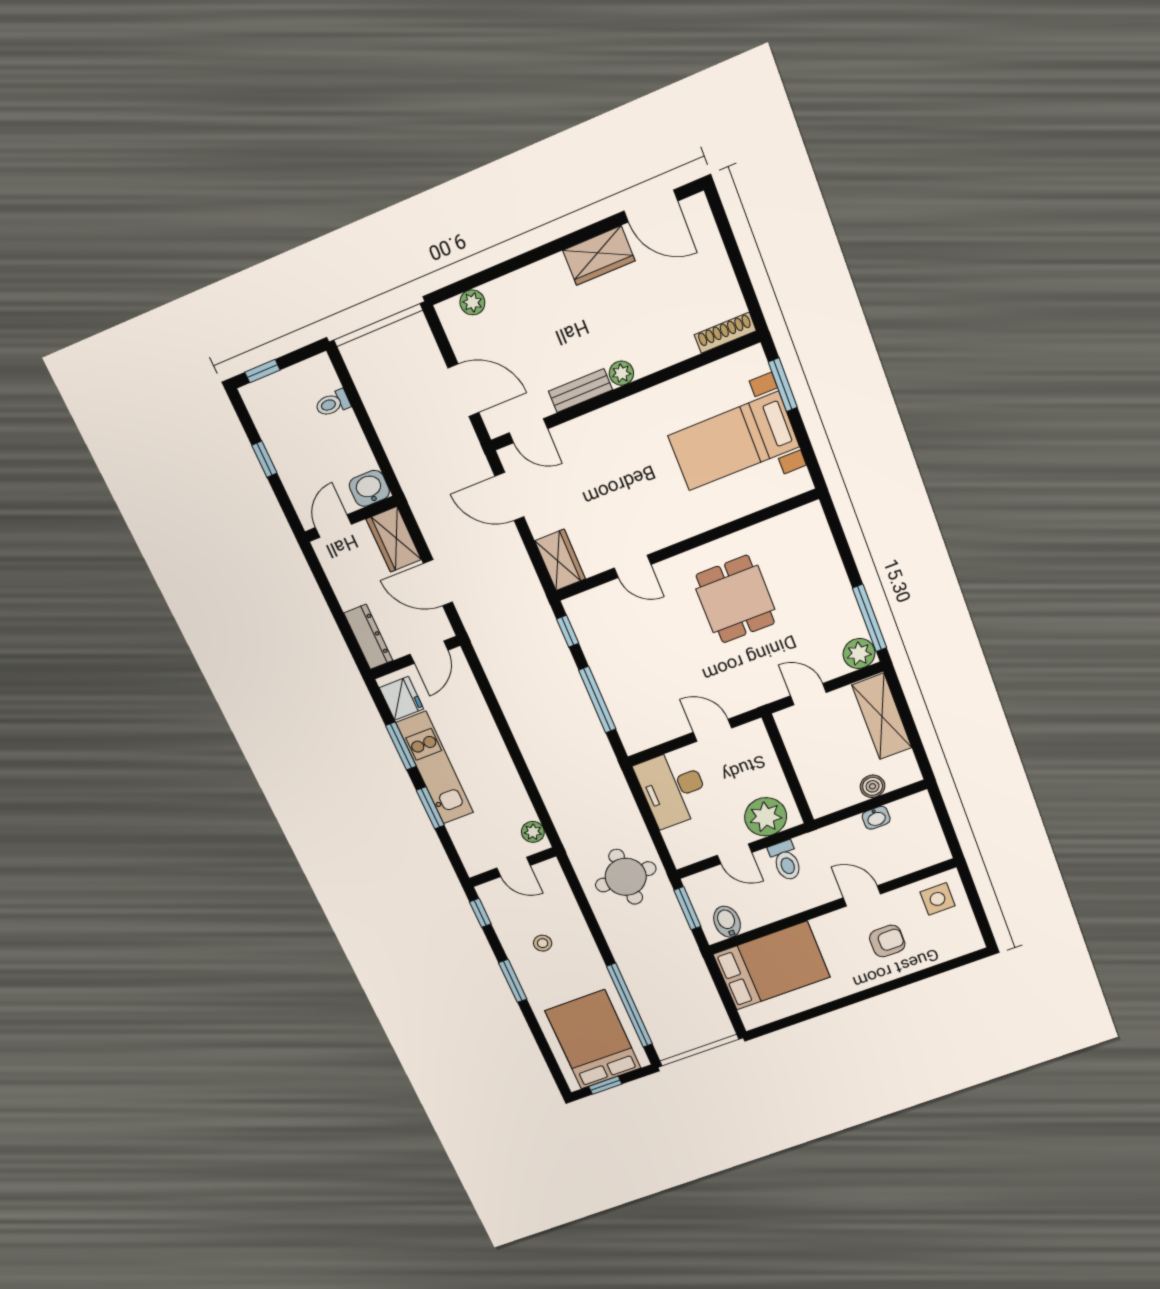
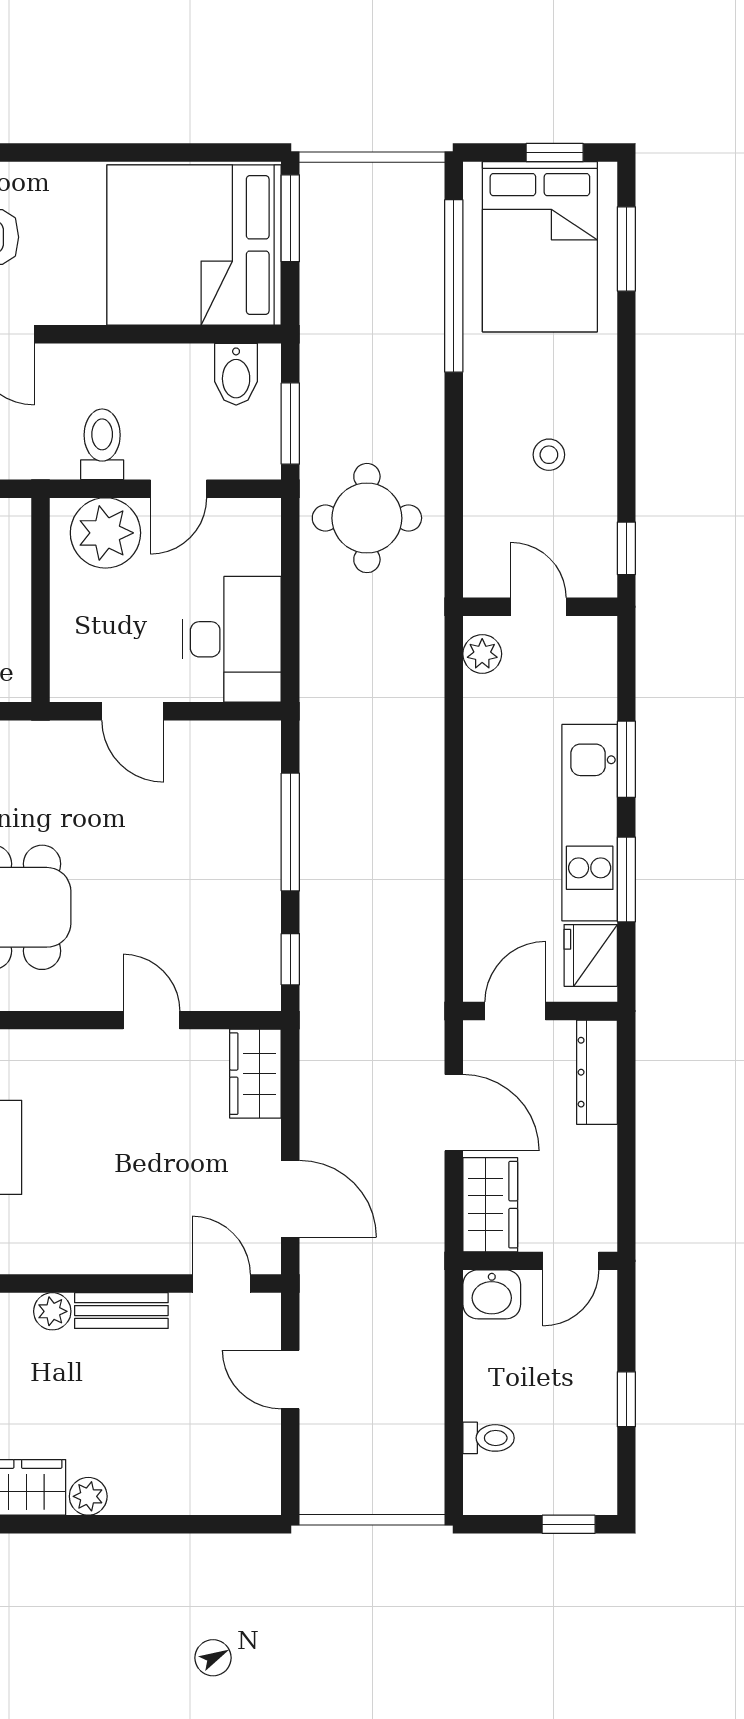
plant: (472, 302) -> (88, 1496), moved
door: (463, 390) -> (290, 1380), width x0.73
door: (735, 854) -> (178, 489), swing flipped
bed: (772, 966) -> (194, 245), width x1.36
window: (513, 981) -> (626, 249), moved
window: (730, 1007) -> (290, 218), added

